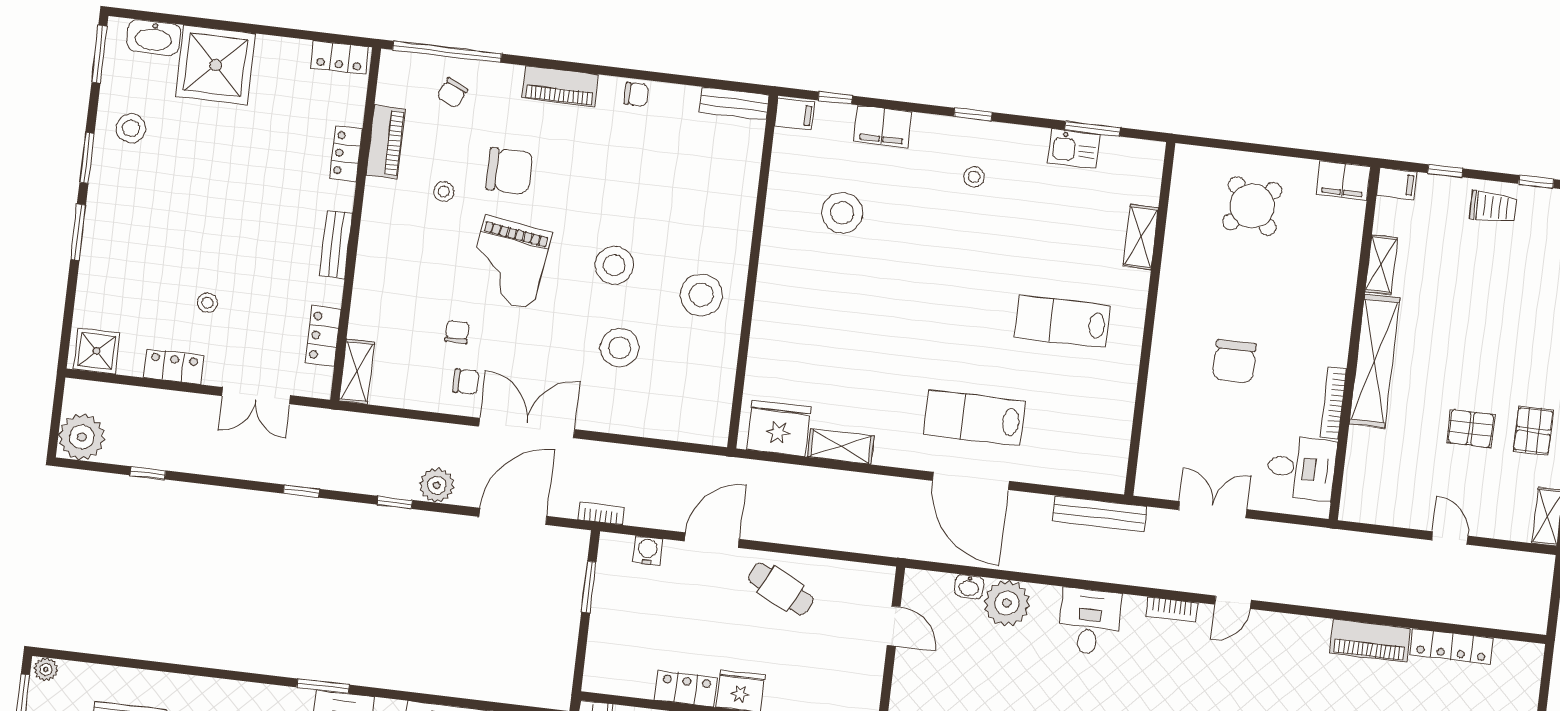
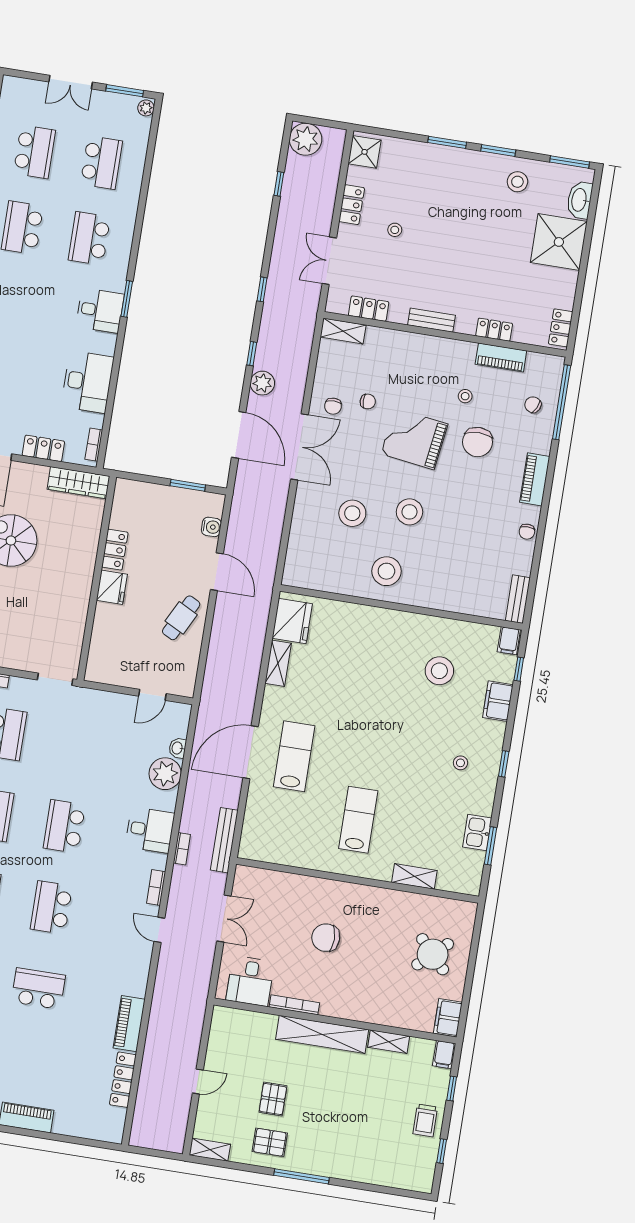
bookcase: (601, 513) -> (182, 849), moved

